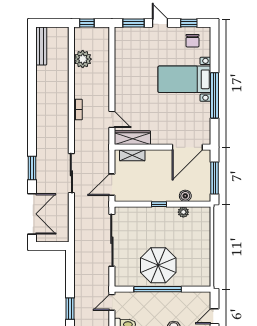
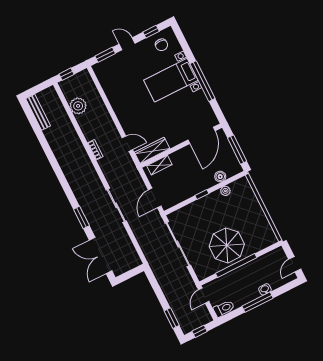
double door: (32, 214) -> (101, 255), swing flipped

